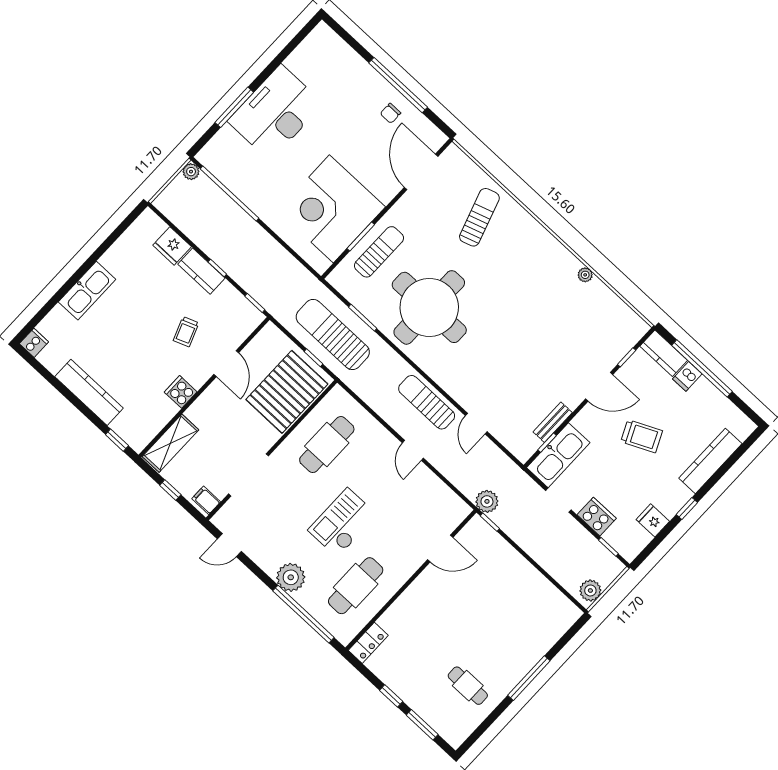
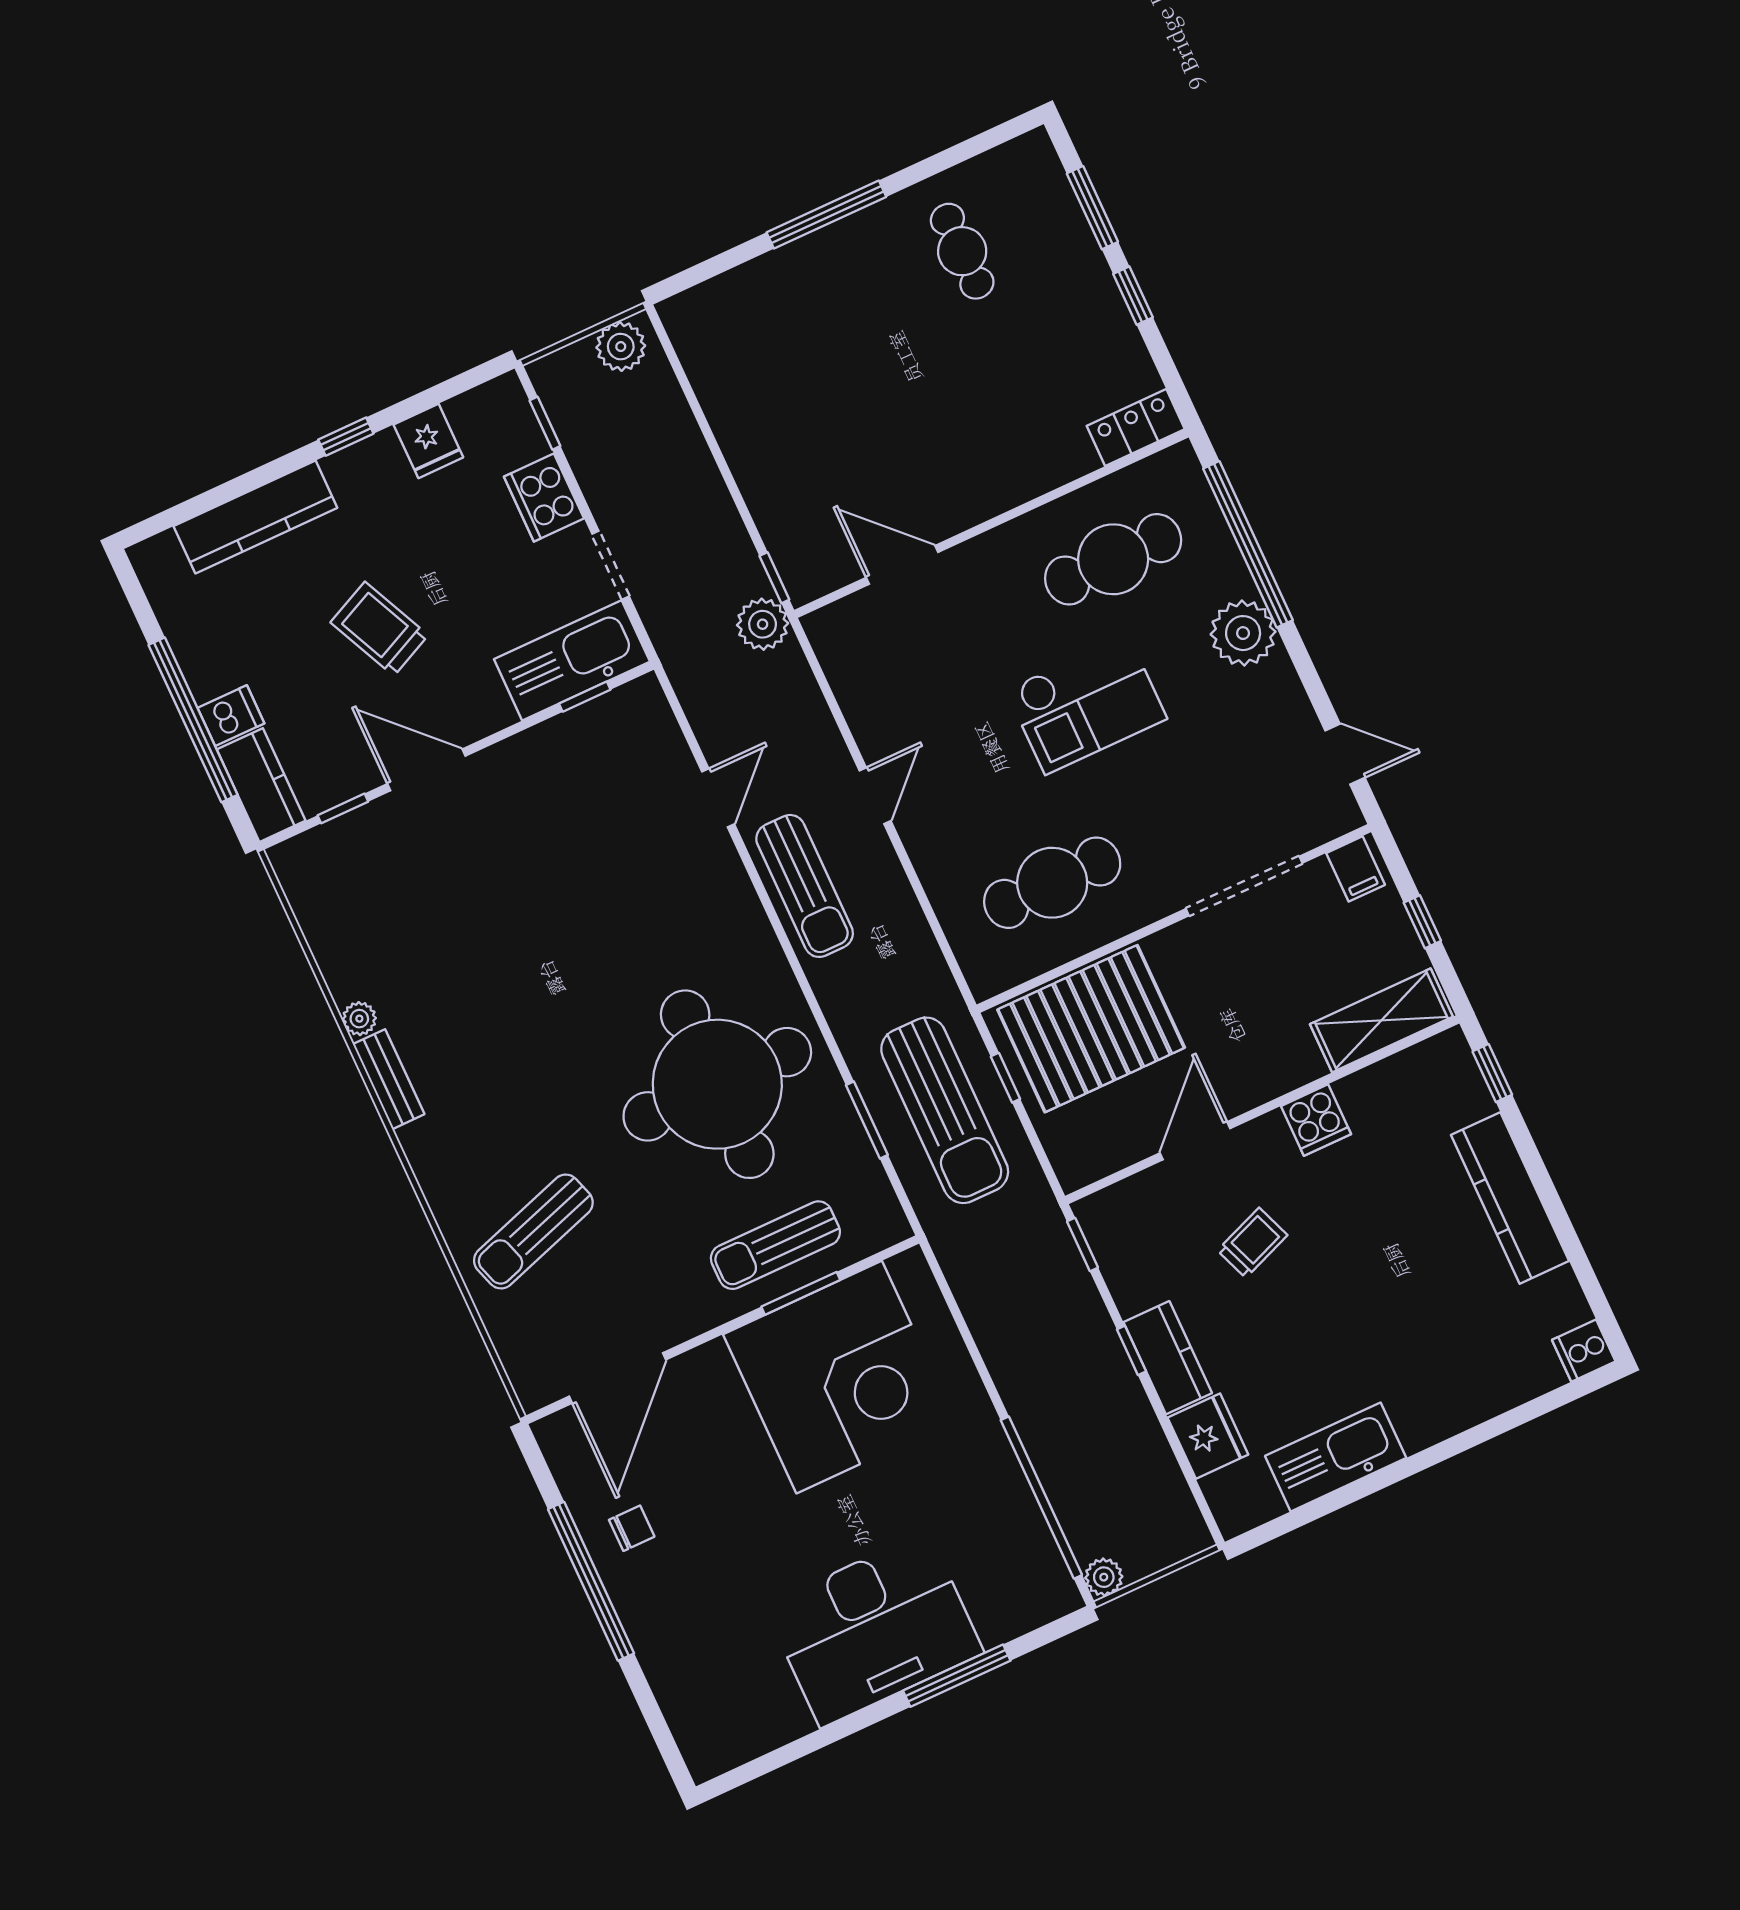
kitchen sink: (87, 291) -> (1336, 1457), moved
bench: (553, 422) -> (389, 1079), moved, turned 90

